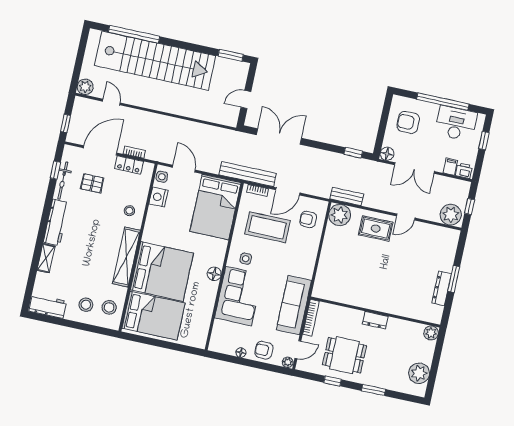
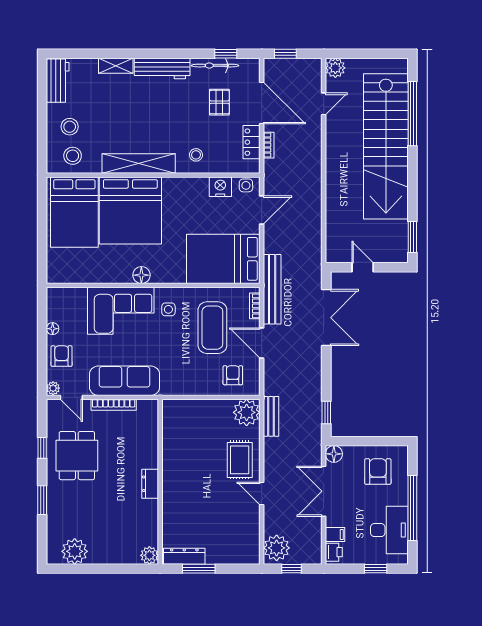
wall: (375, 312) -> (160, 482), moved
dresser: (375, 320) -> (150, 484), moved
plant: (431, 333) -> (149, 555), moved

